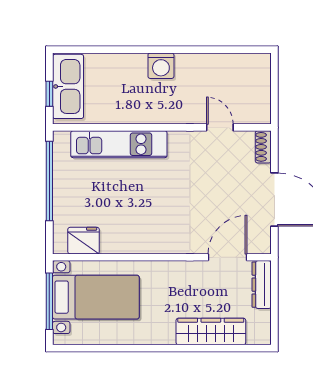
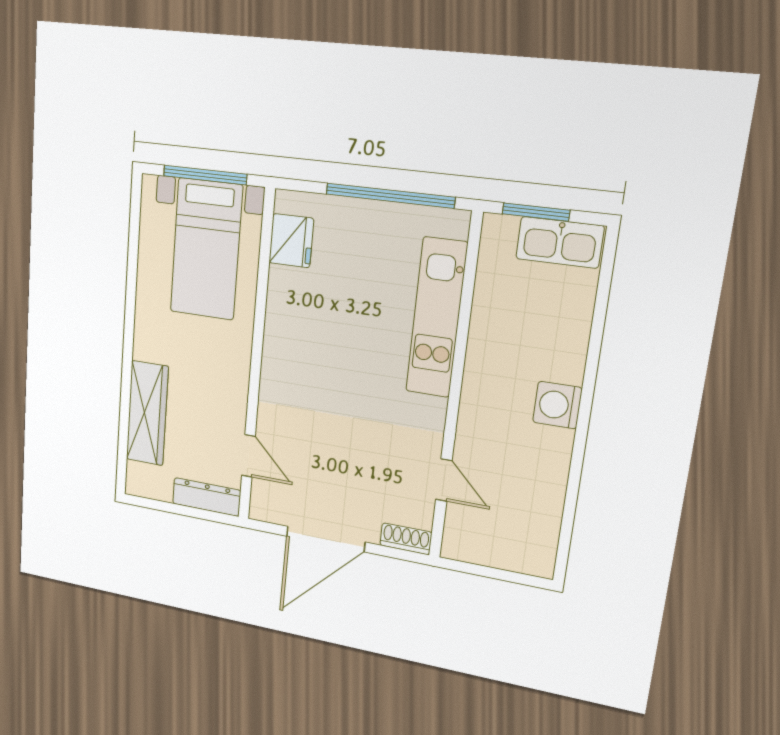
kitchen sink: (68, 86) -> (560, 242), width x0.73, depth x0.81
window: (49, 94) -> (536, 212), width x1.50
door: (220, 127) -> (444, 480), hinge flipped
door: (228, 257) -> (248, 456), width x0.73

